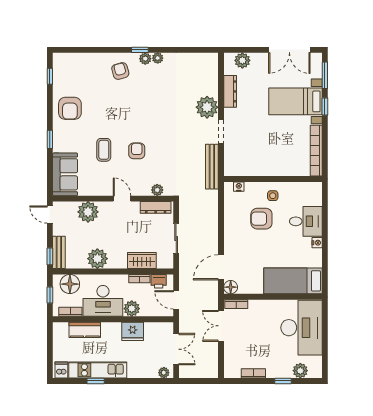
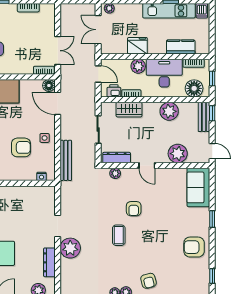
armchair: (70, 108) -> (194, 247), turned -90
coffee table: (104, 150) -> (119, 235), moved
bench: (212, 167) -> (66, 160), moved
side table: (273, 196) -> (45, 138), moved
door: (221, 267) -> (58, 103), swing flipped

